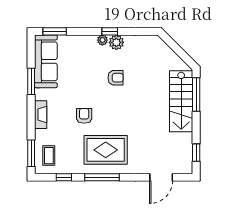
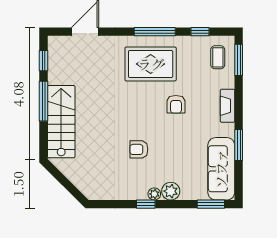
plant: (116, 42) -> (171, 191), moved
window: (196, 94) -> (43, 101), moved

